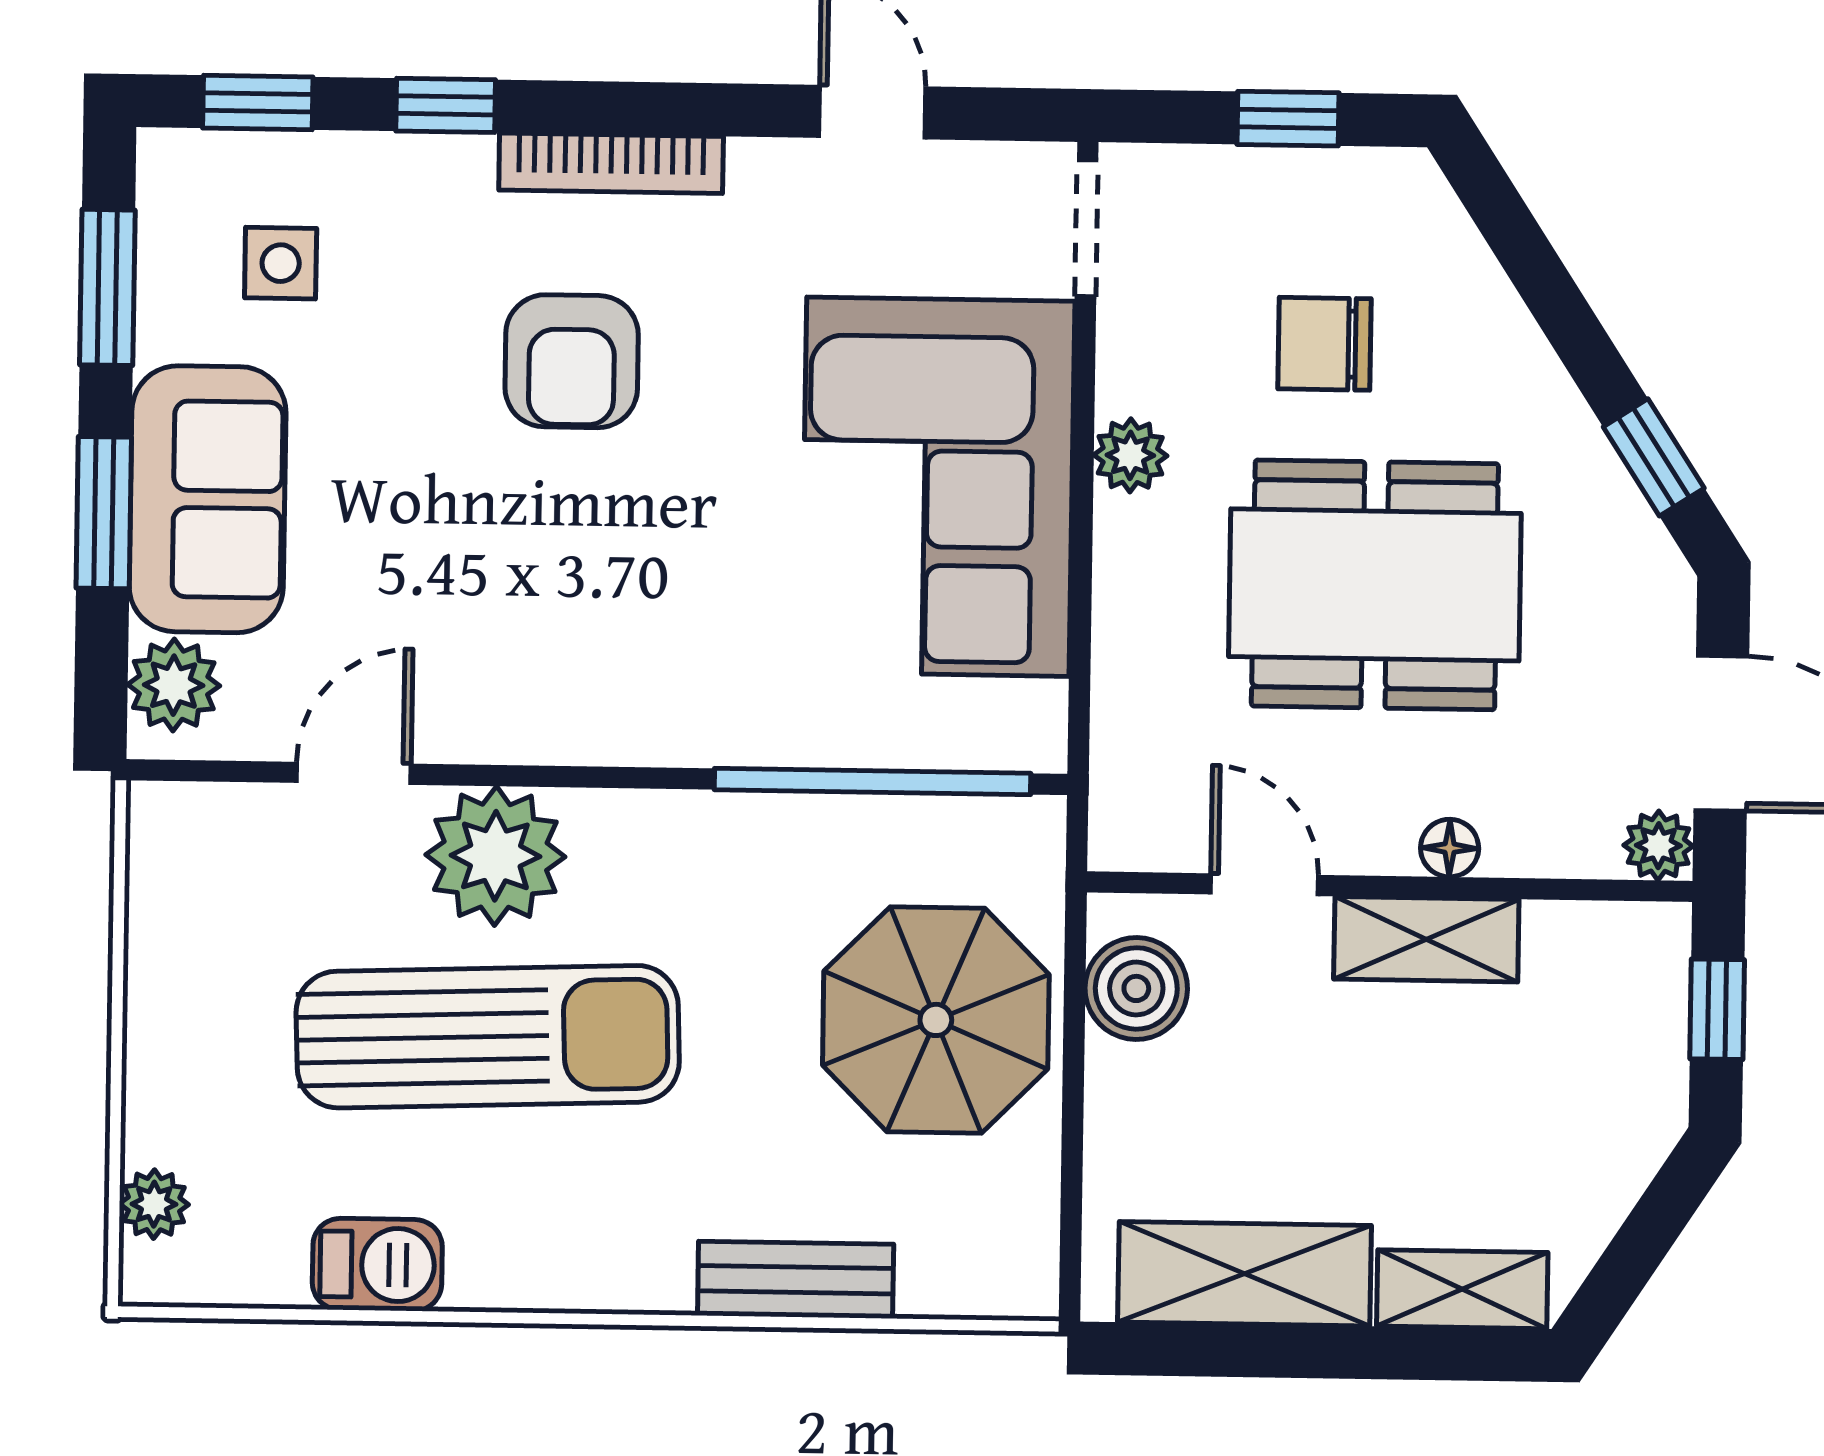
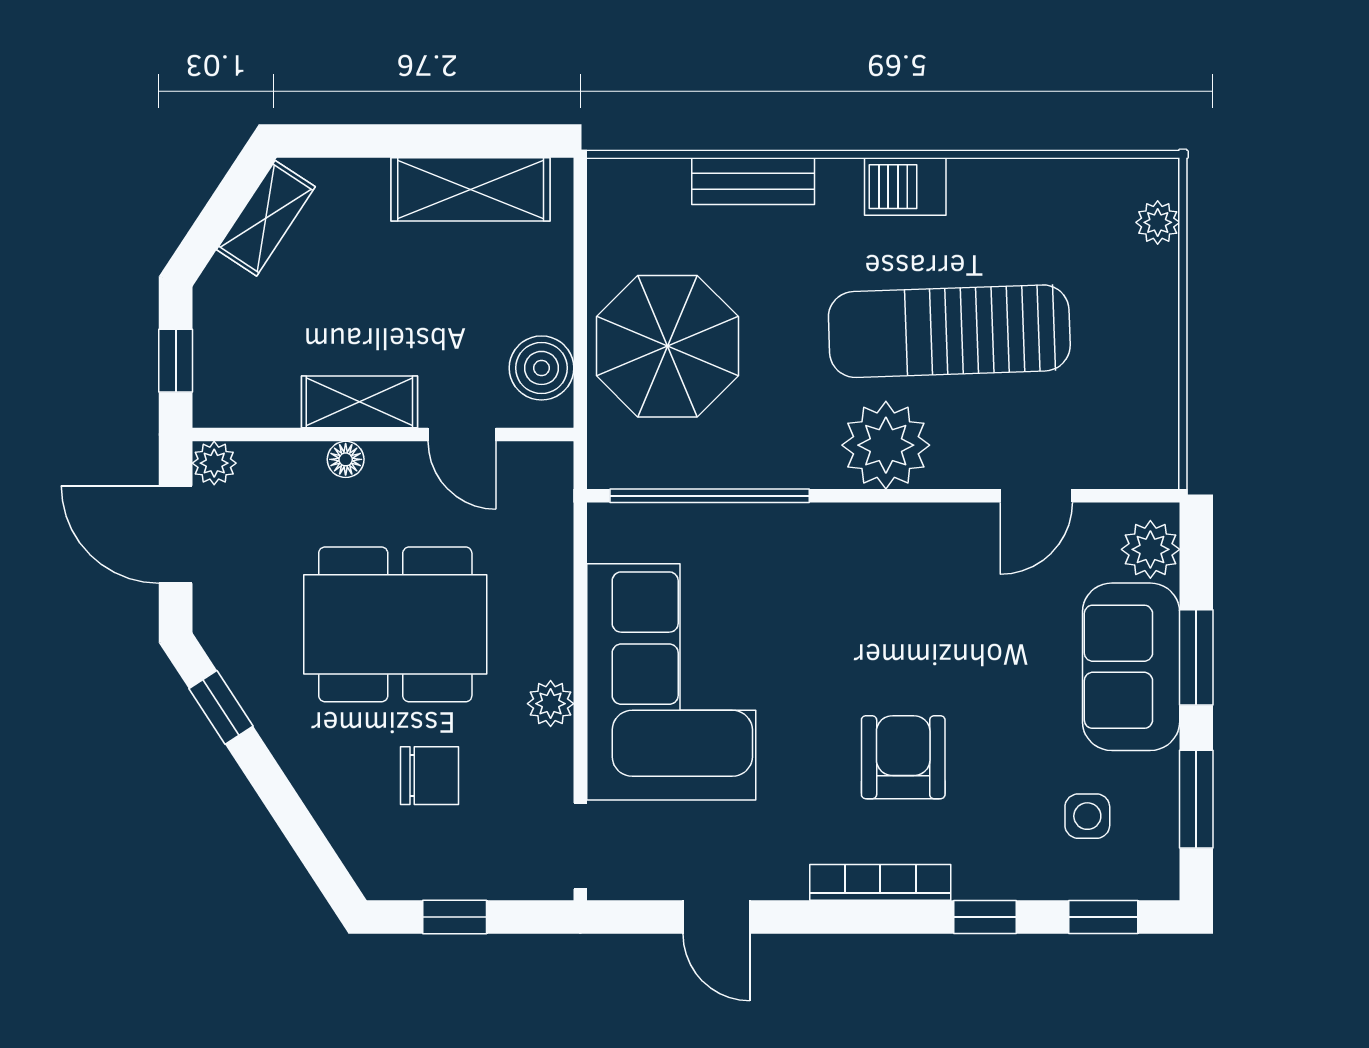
plant: (495, 856) -> (886, 445), moved
barbecue: (377, 1265) -> (905, 187), moved
shelving: (1462, 1289) -> (266, 218), moved, turned -57

